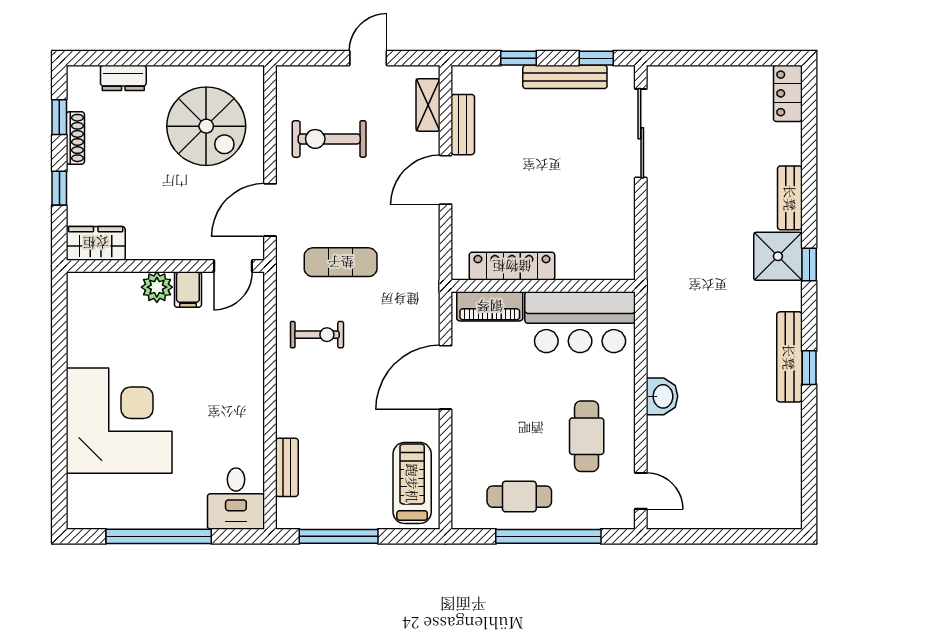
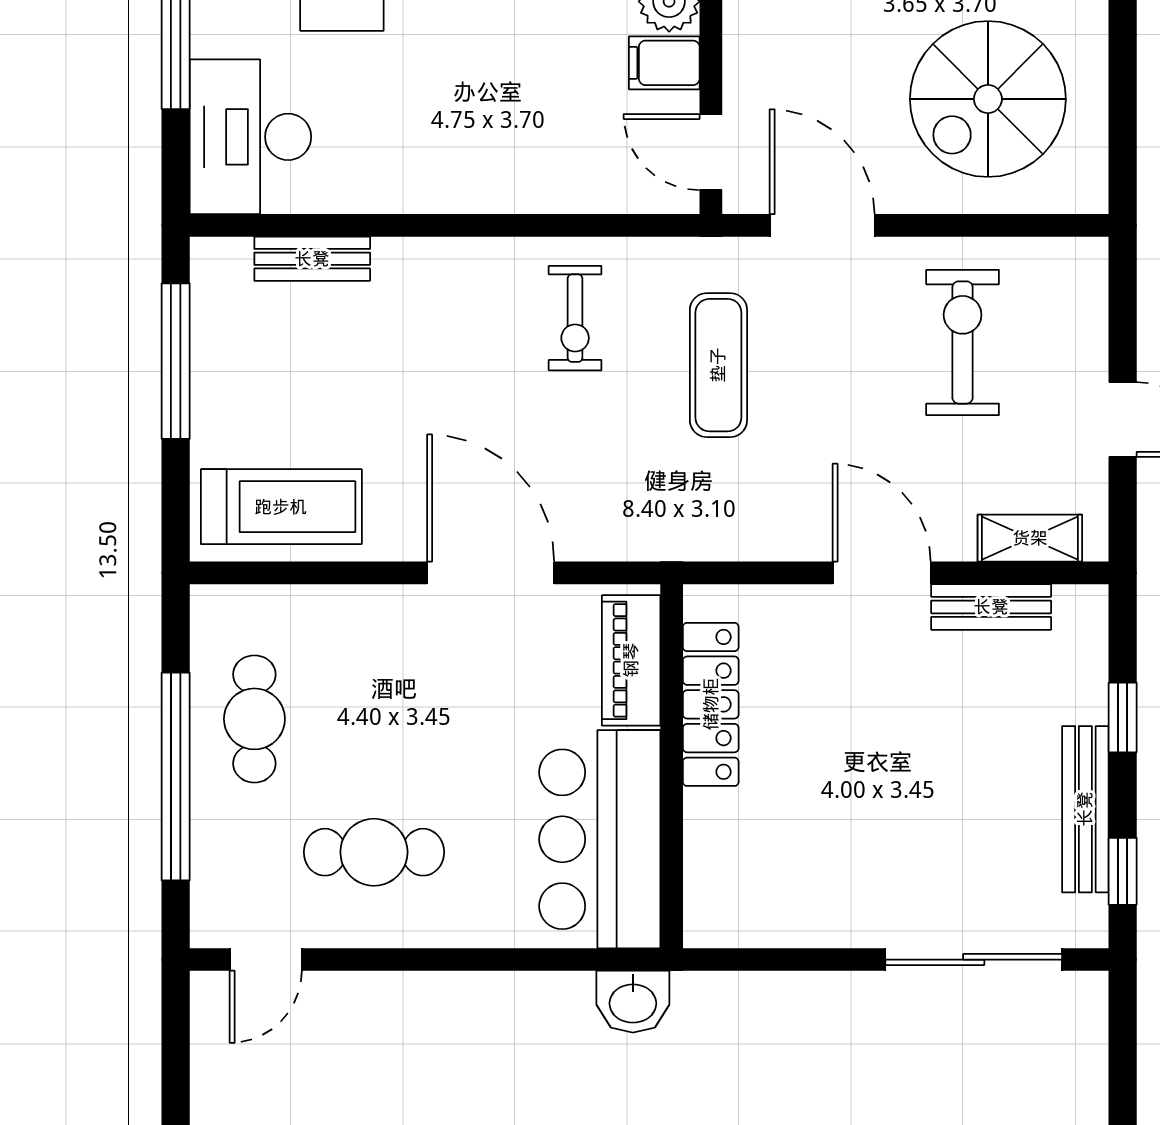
washbasin: (662, 396) -> (633, 1002), moved
desk: (236, 499) -> (250, 137), width x1.37

